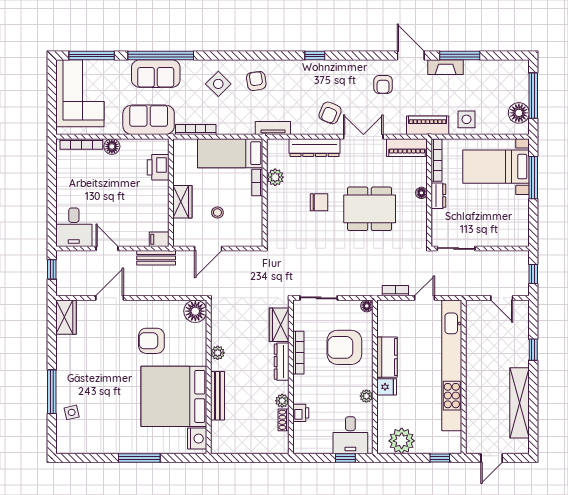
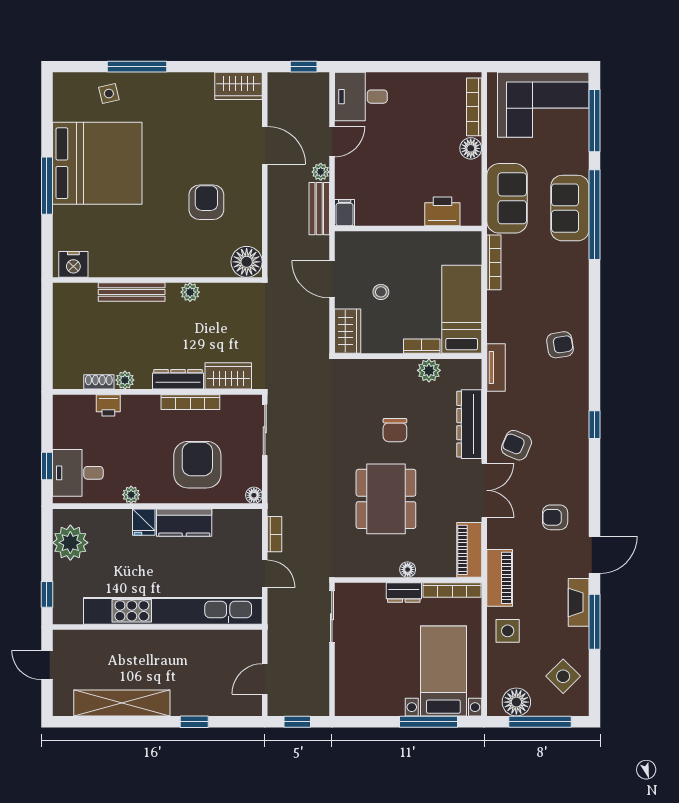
side table: (218, 84) -> (563, 676), moved
wardrobe: (182, 202) -> (348, 331), moved, turned -90
plant: (129, 257) -> (321, 172), added
bed: (174, 396) -> (97, 163), moved, turned 90

